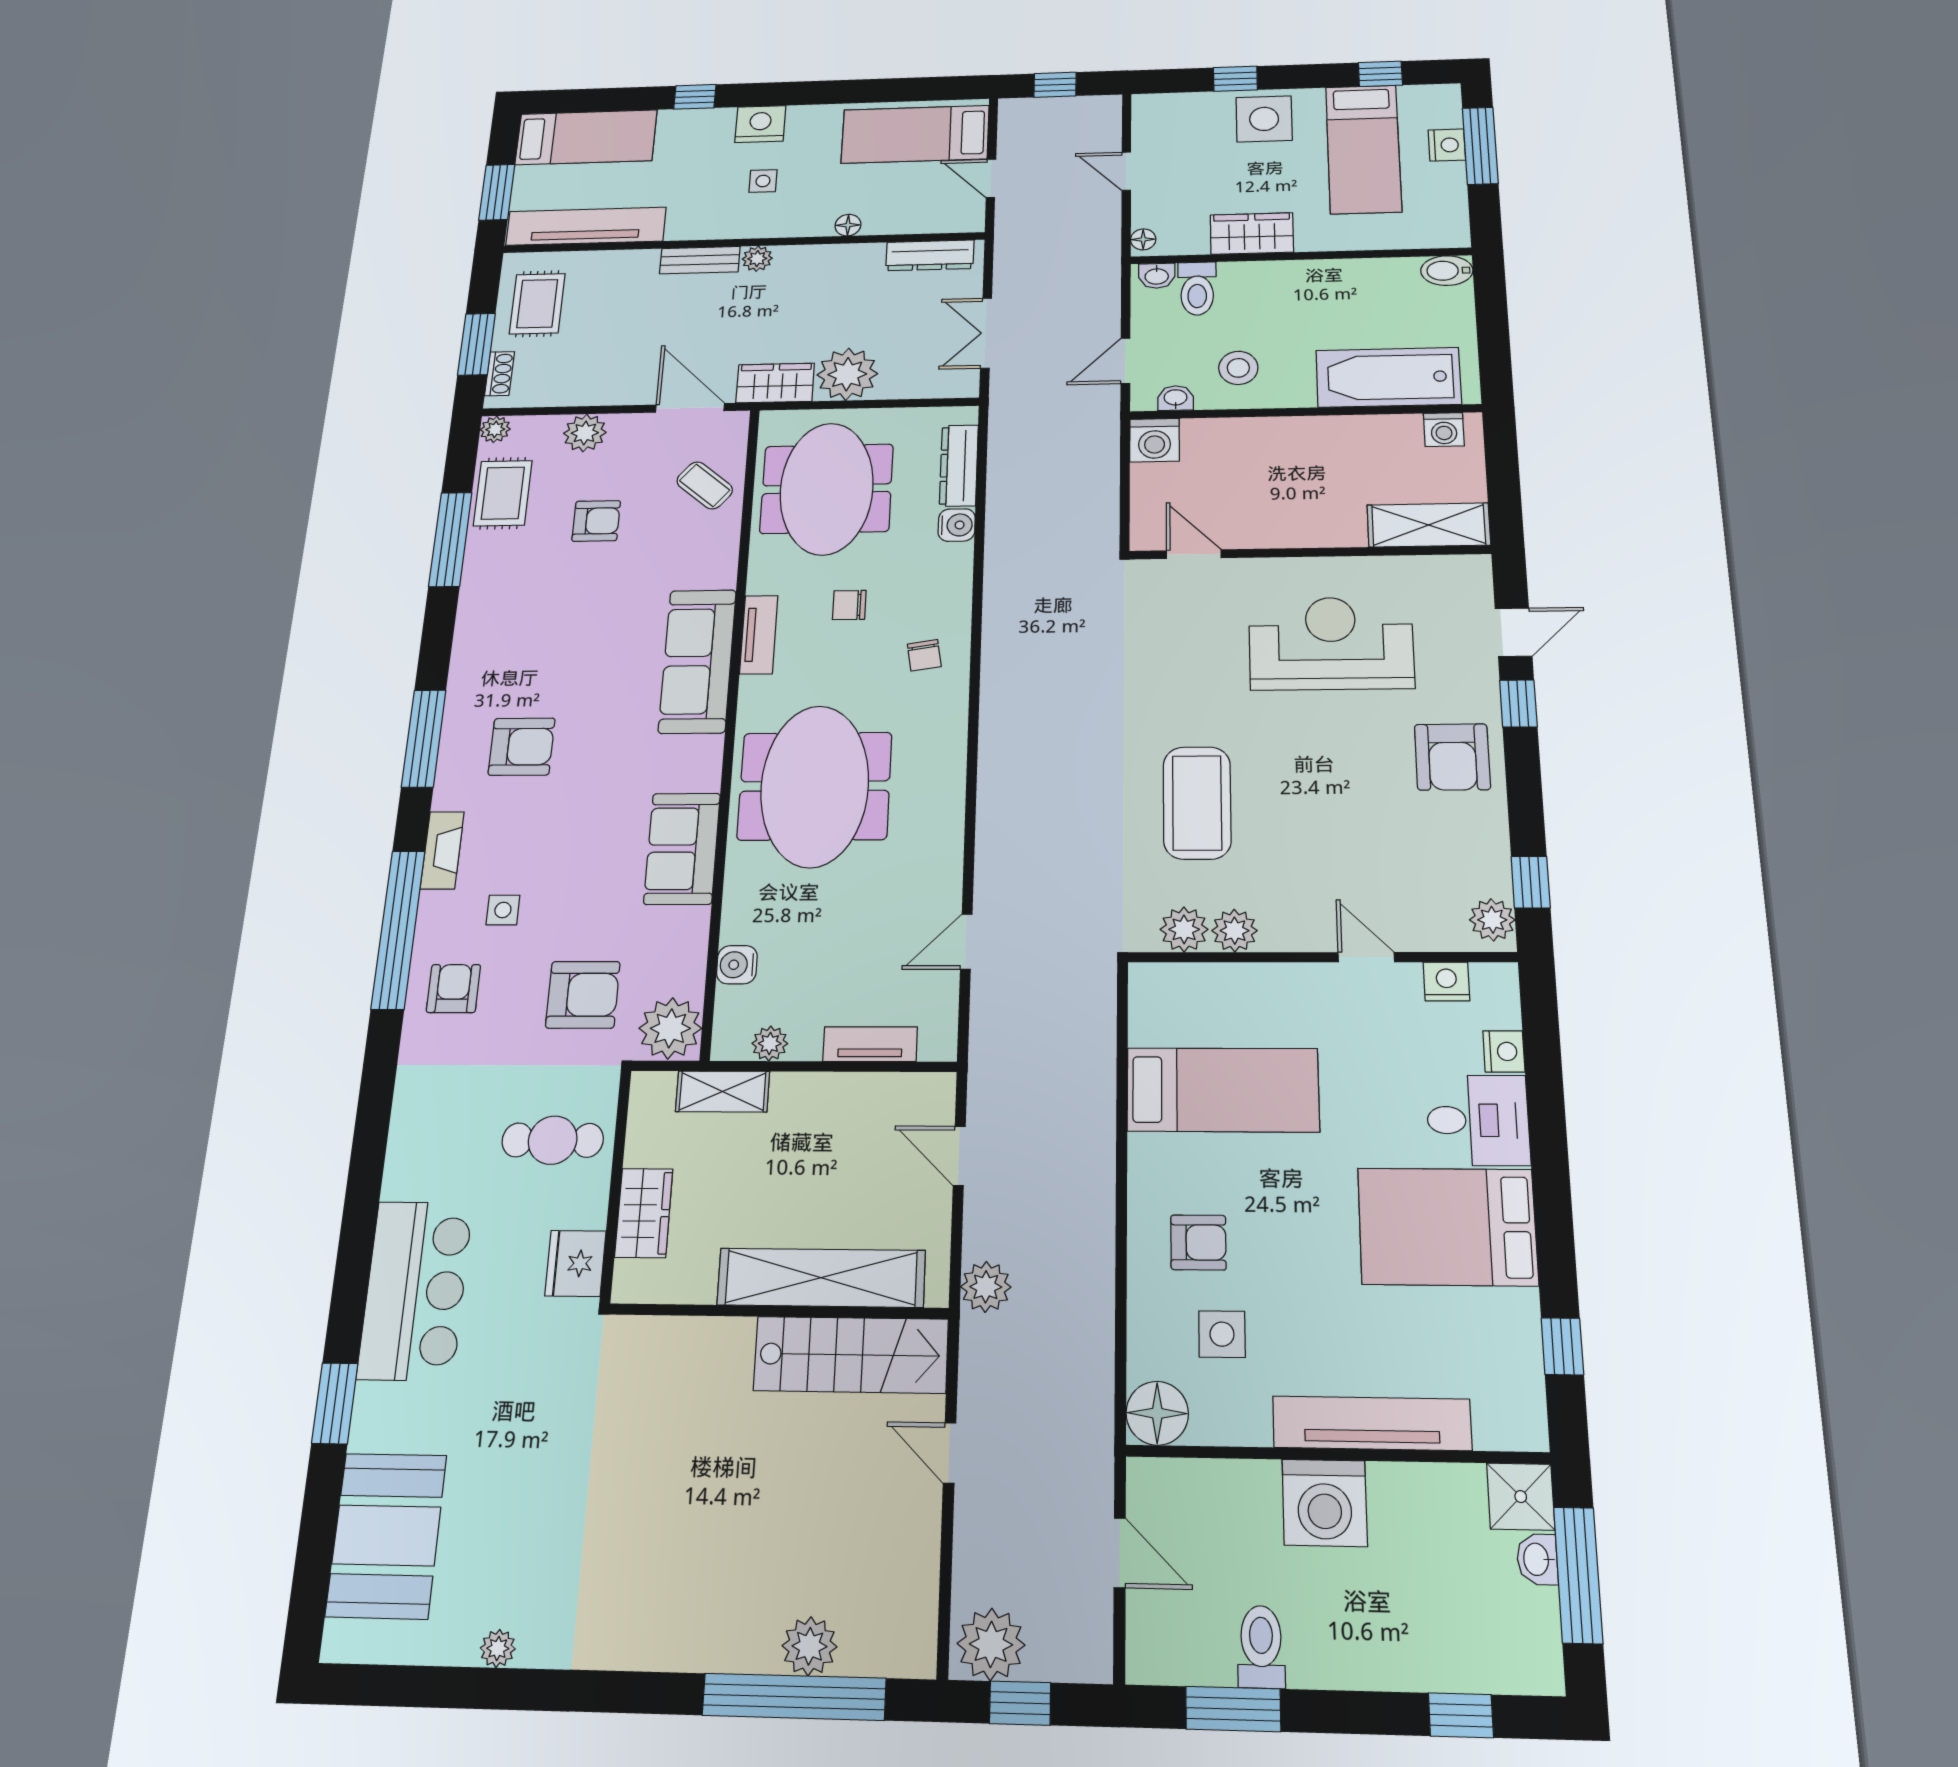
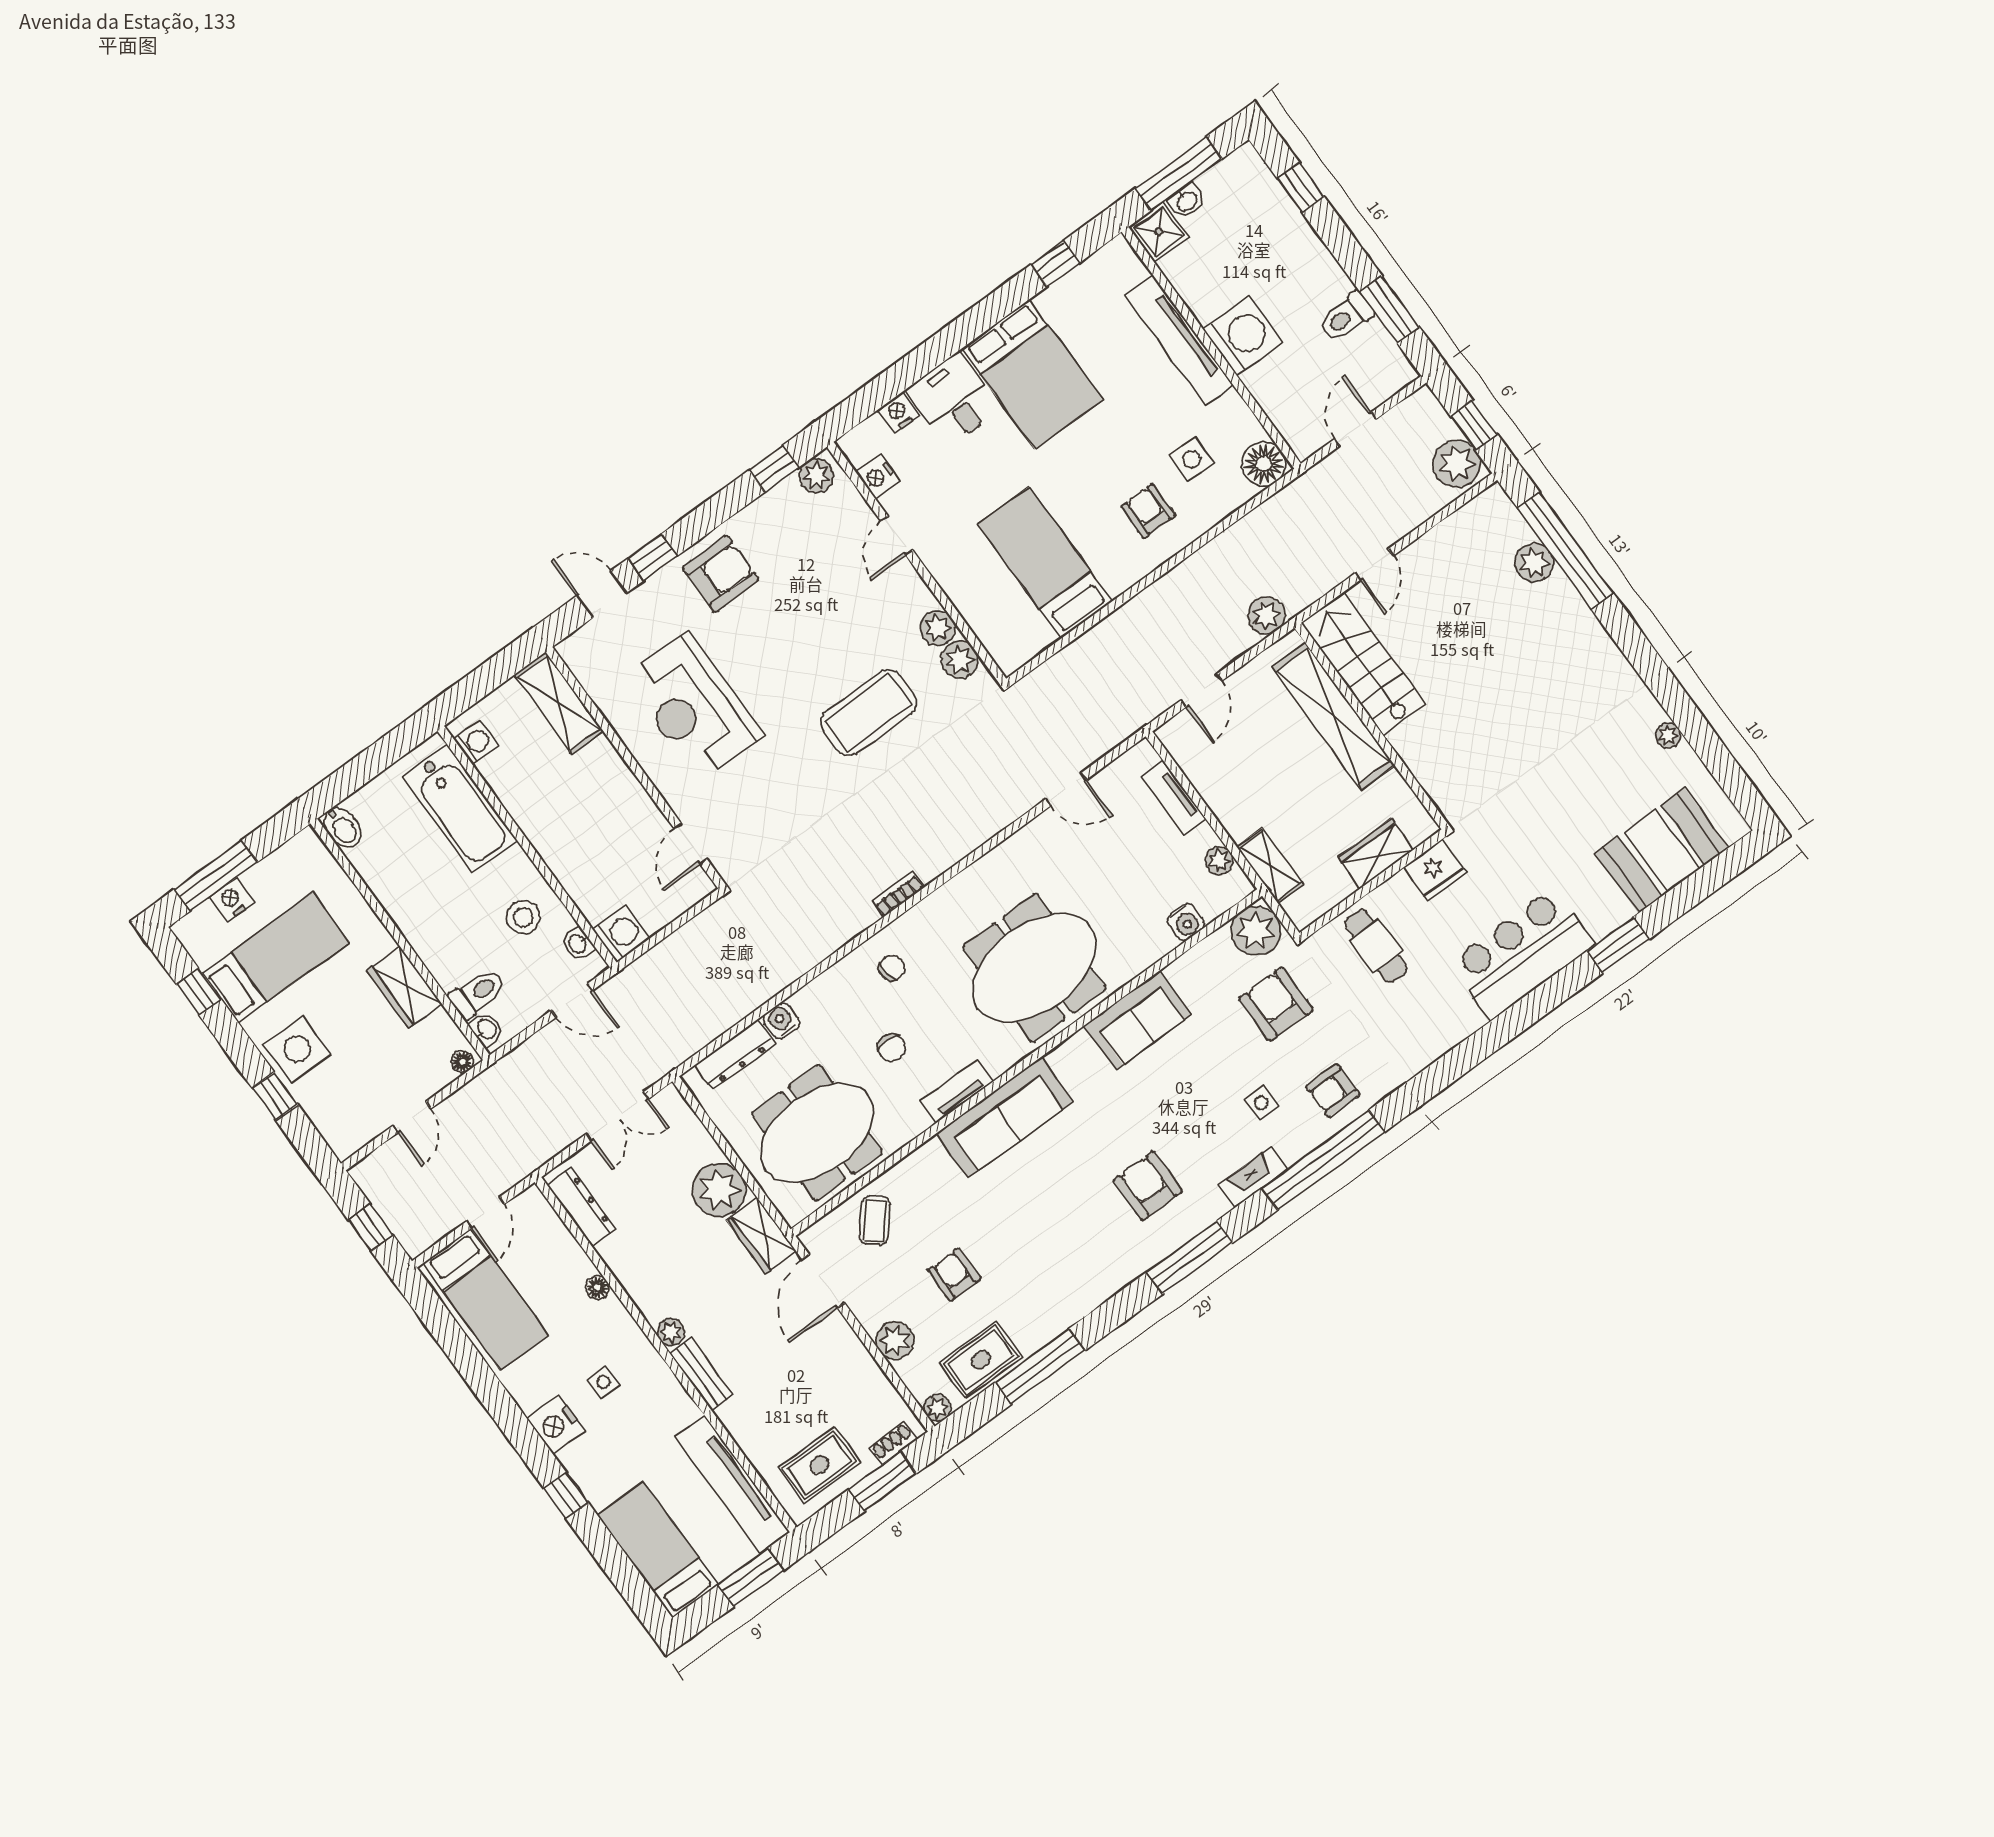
bookcase: (991, 709) -> (898, 894), added

